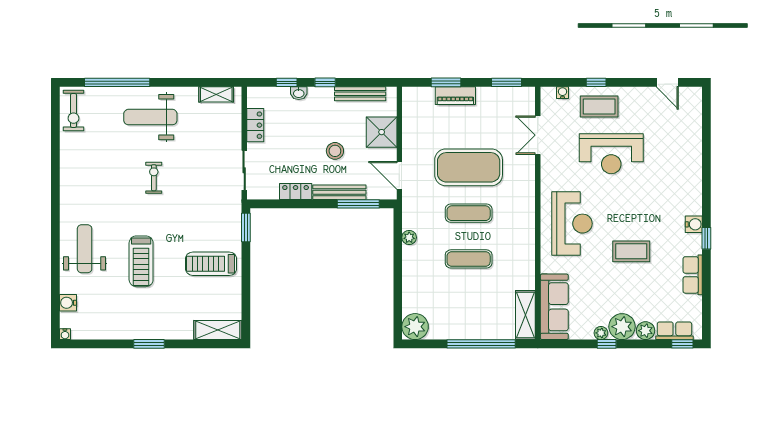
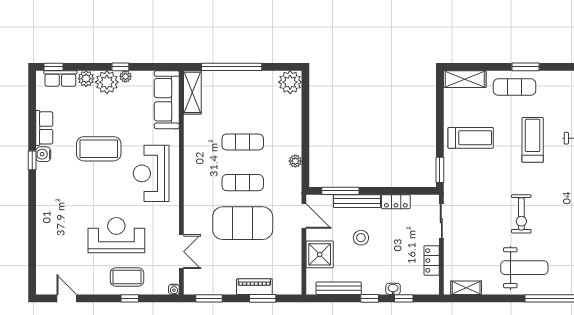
water cooler: (562, 93) -> (174, 289), moved
exercise bike: (154, 178) -> (521, 214), width x1.38, depth x1.39
water cooler: (694, 224) -> (43, 154), moved
coffee table: (631, 251) -> (99, 149), width x1.36, depth x1.32
exercise mat: (162, 321) -> (514, 87), added

